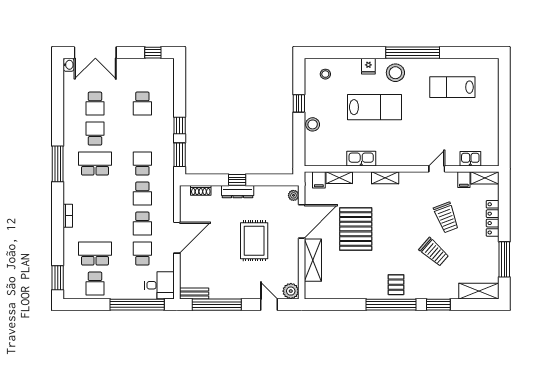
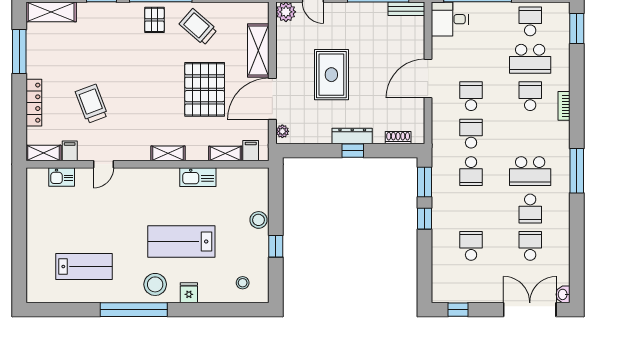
trolley: (434, 252) -> (198, 27), moved
school desk: (142, 254) -> (530, 96), moved, turned 180

